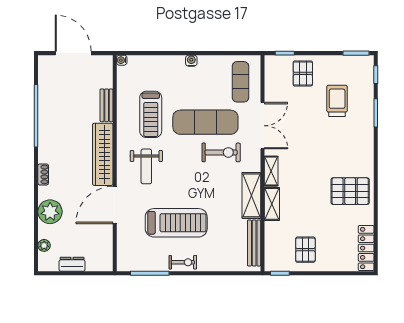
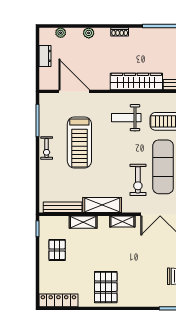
shelving: (272, 204) -> (83, 222), moved
door: (115, 205) -> (74, 91), moved
plant: (50, 212) -> (89, 33), width x0.53, depth x0.53
pallet: (305, 250) -> (57, 250), turned 90

